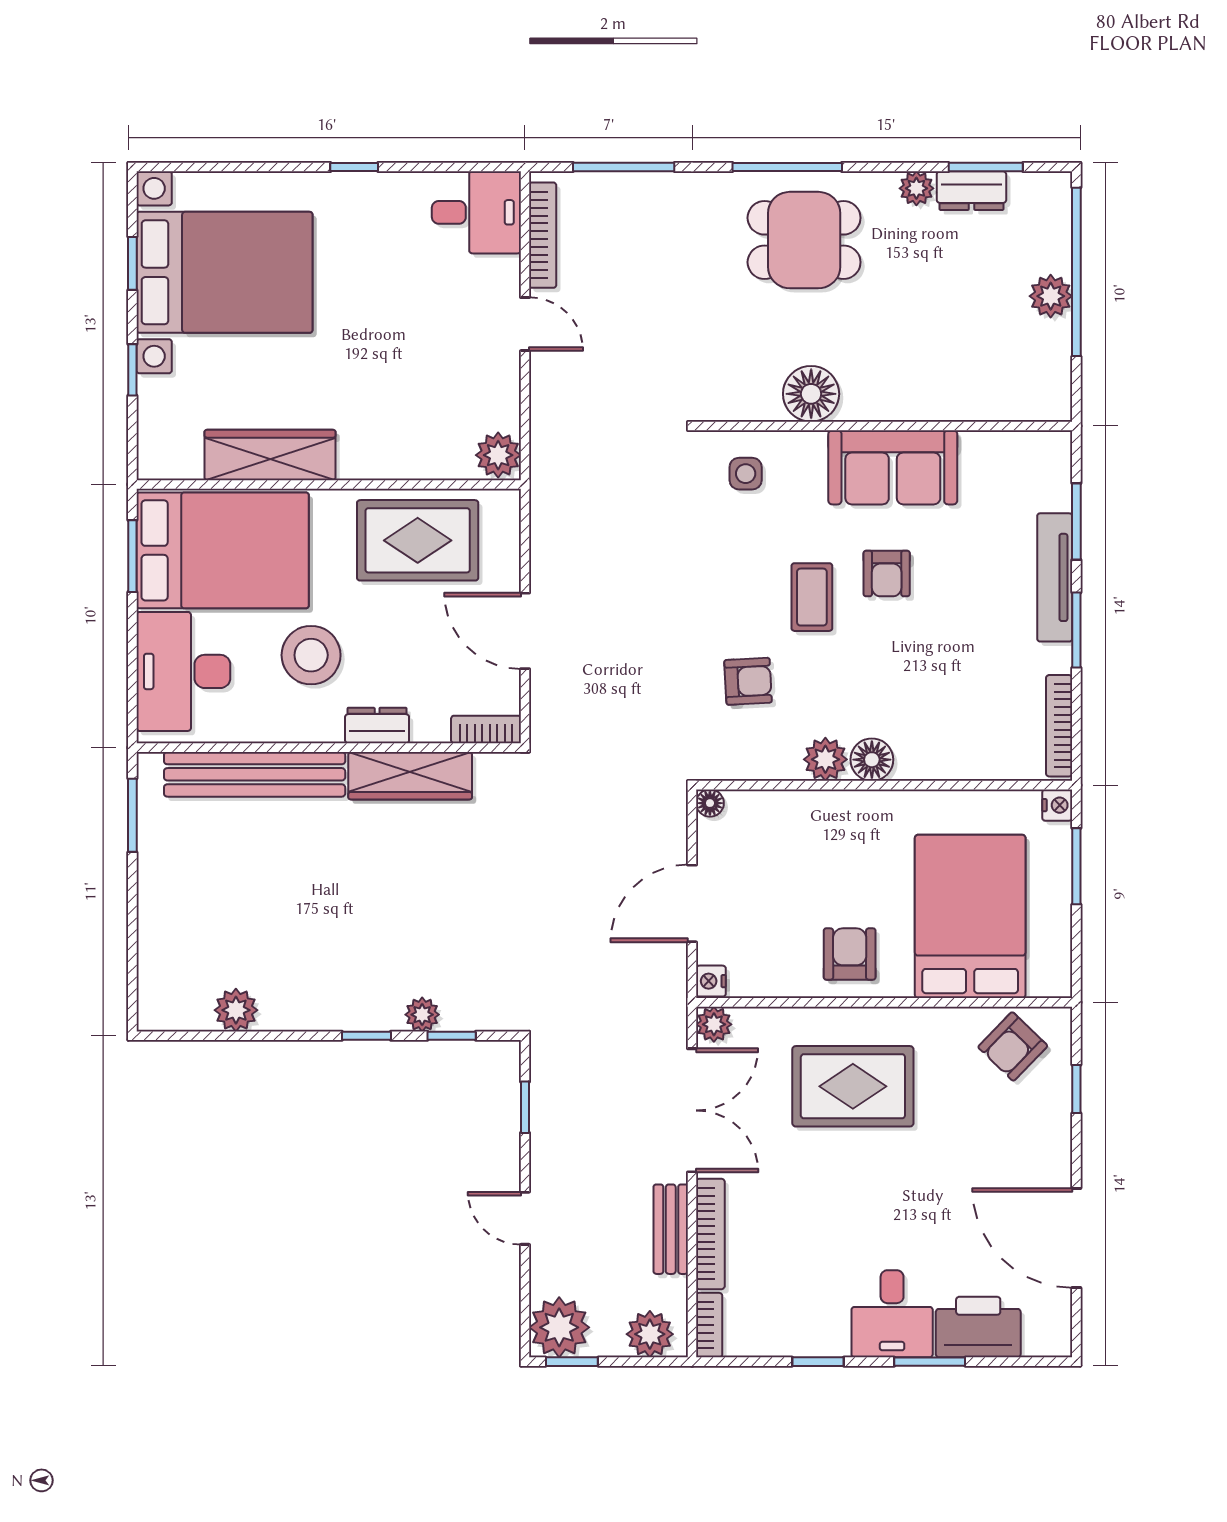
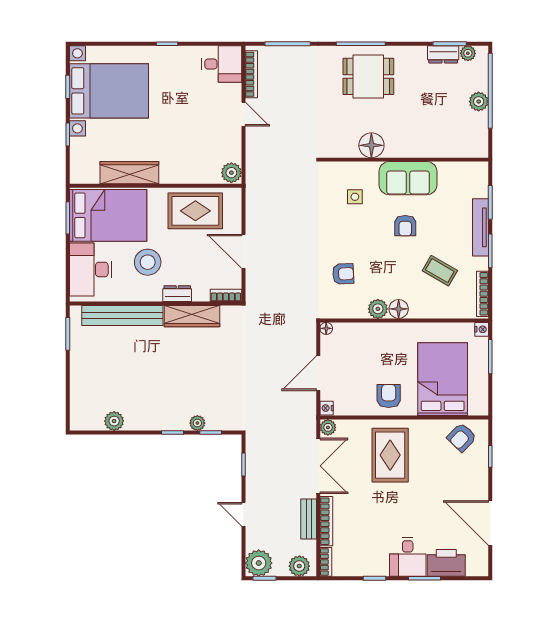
plant: (916, 188) -> (468, 53), moved
side table: (746, 474) -> (355, 197), moved
coffee table: (812, 597) -> (440, 271), moved, turned -60
rug: (853, 1086) -> (390, 455), turned 90

